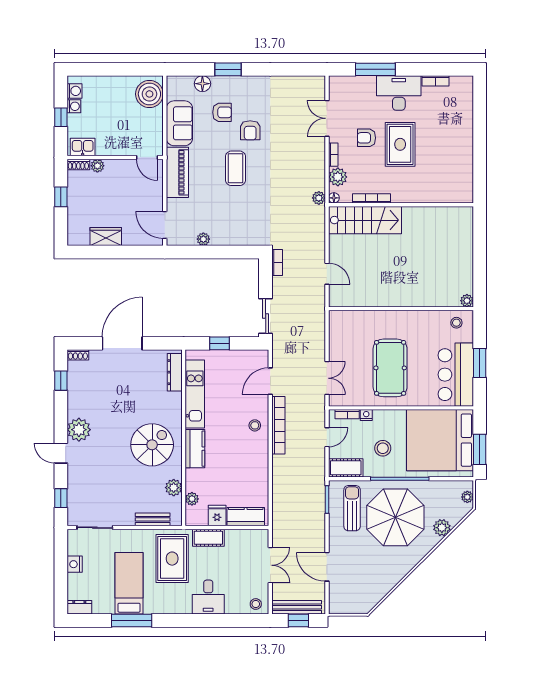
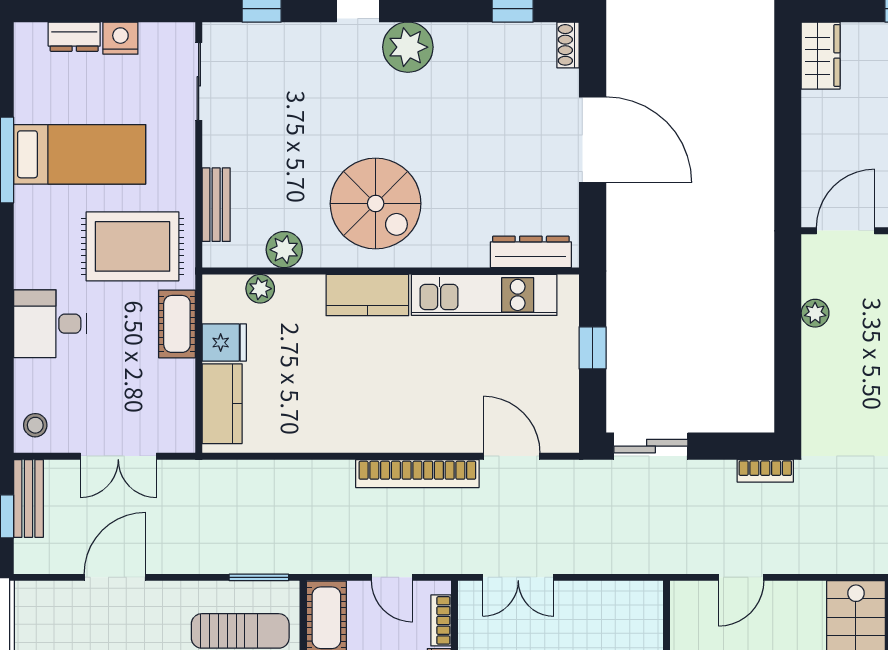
wardrobe: (106, 237) -> (821, 56), moved
stool: (255, 425) -> (417, 423), removed
dresser: (79, 607) -> (74, 37), moved, turned 90
bench: (297, 607) -> (28, 498), width x0.73

